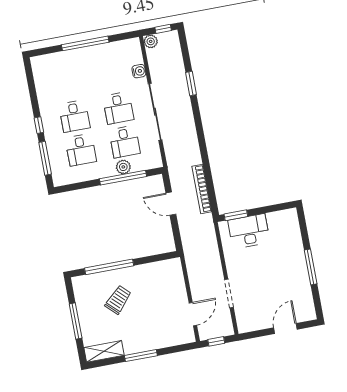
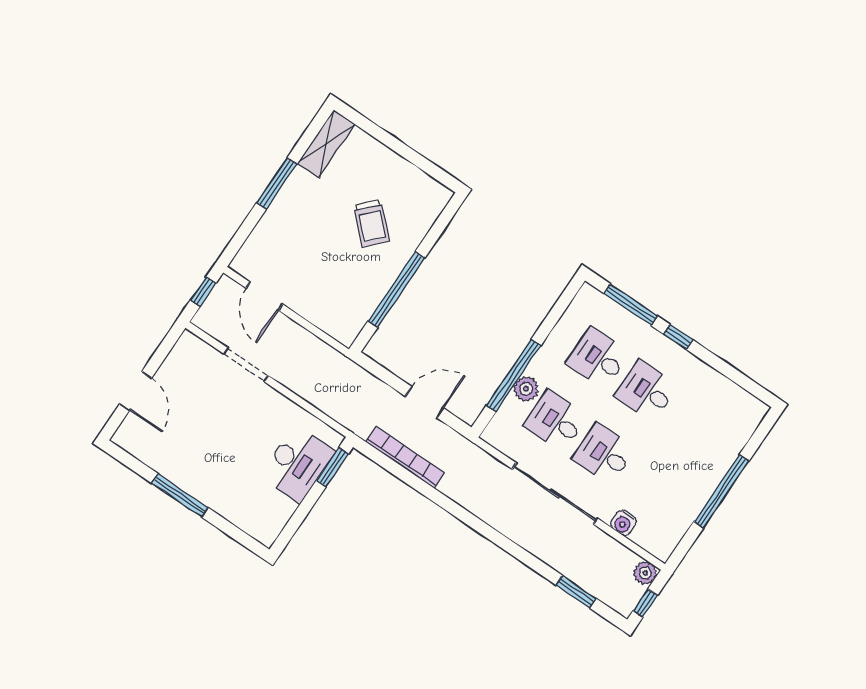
window: (191, 83) -> (576, 592), moved
window: (109, 267) -> (396, 289), moved
window: (76, 321) -> (397, 146), removed

